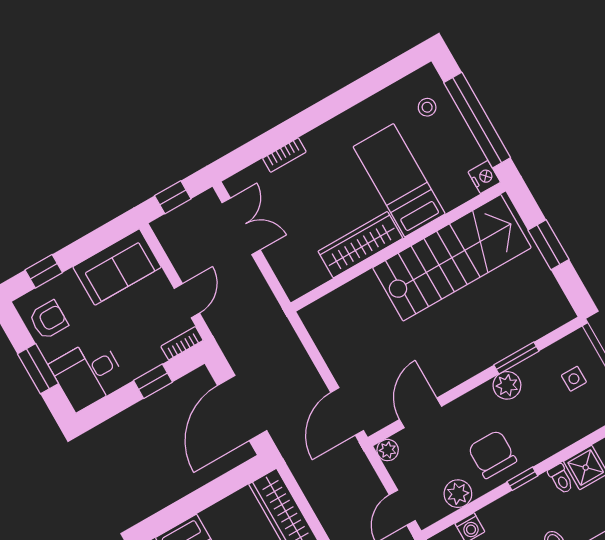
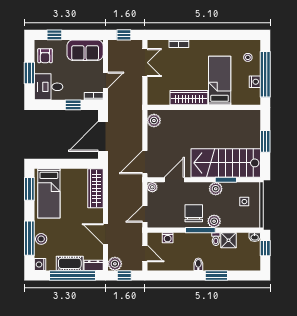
nightstand: (484, 177) -> (255, 82), moved
stairs: (452, 258) -> (226, 163), moved, turned 180
armchair: (48, 320) -> (45, 56), turned 90
plant: (320, 324) -> (154, 121), added
window: (522, 479) -> (200, 230), width x2.17
plant: (458, 494) -> (214, 221), moved

